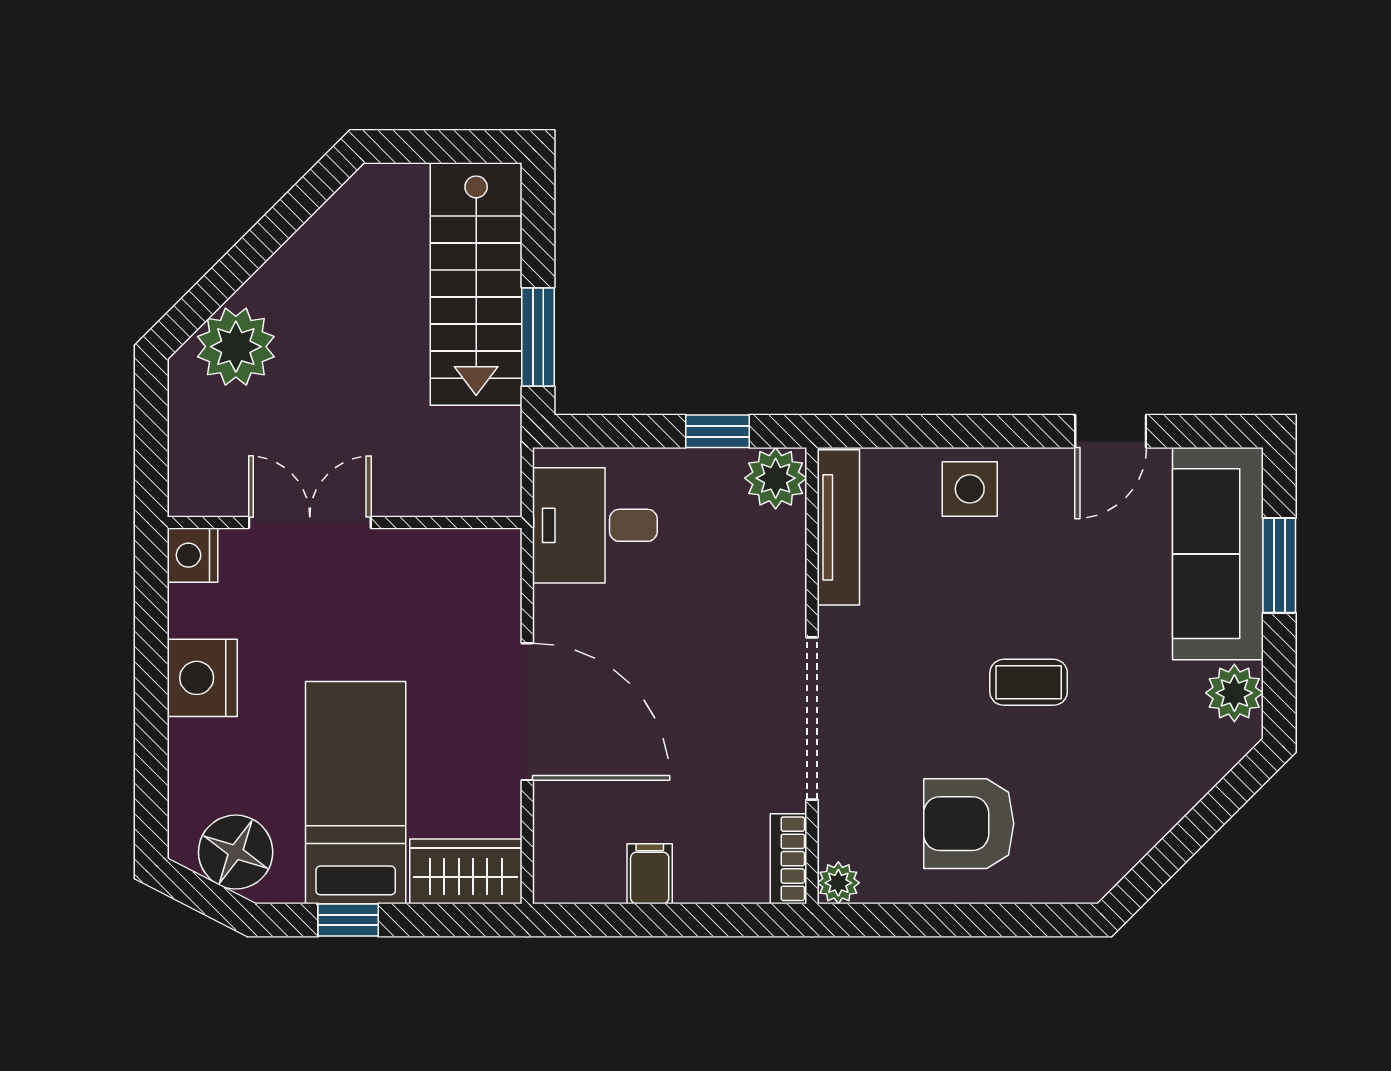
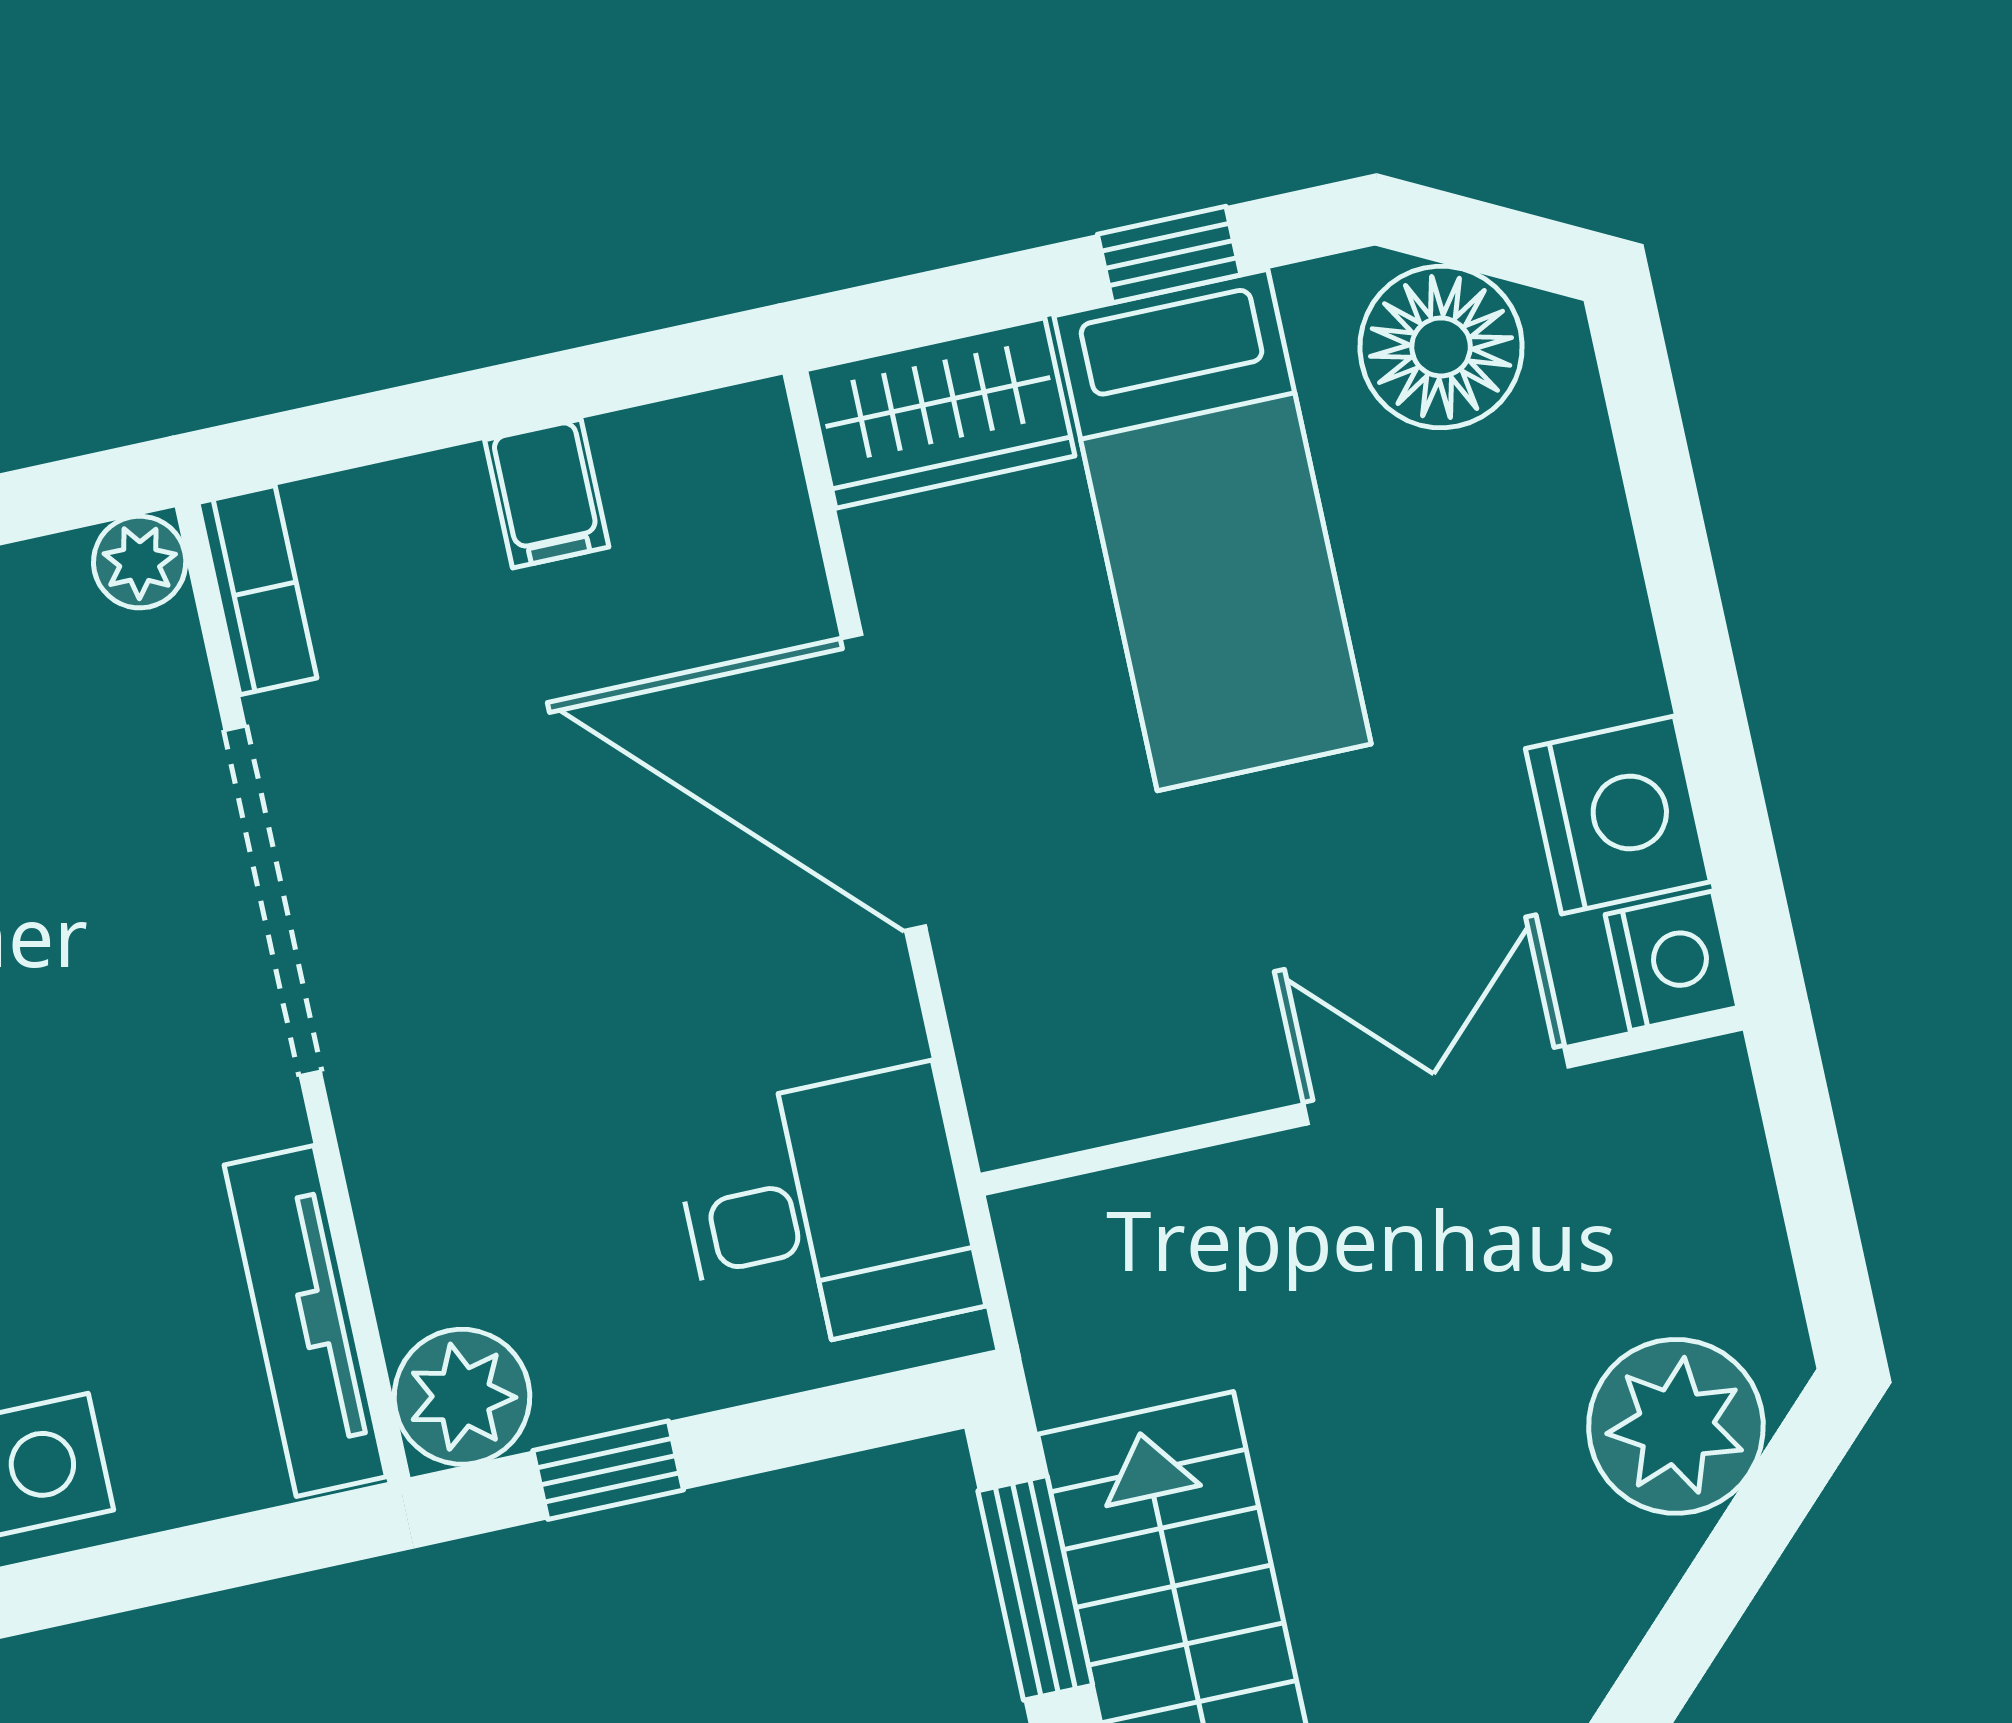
double door: (310, 522) -> (1436, 1085), swing flipped
nightstand: (202, 678) -> (1618, 815), moved

